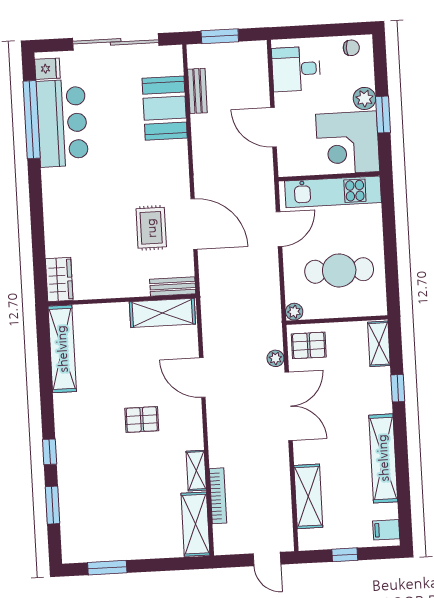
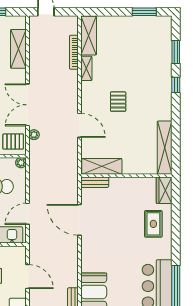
rug: (151, 228) -> (153, 224), moved
pallet: (142, 420) -> (118, 102), turned 90

